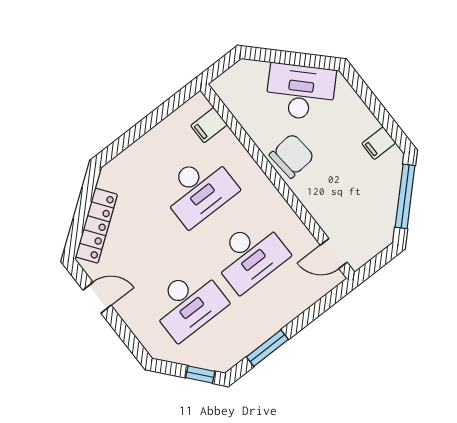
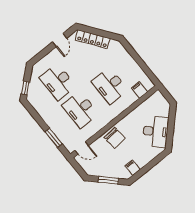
chair: (292, 156) -> (115, 138), moved
window: (405, 196) -> (108, 180), width x0.69
door: (334, 254) -> (82, 148), swing flipped
window: (267, 348) -> (54, 138), moved

